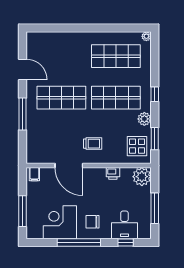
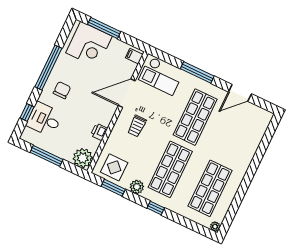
checkout: (40, 143) -> (161, 76), added
corner desk: (60, 222) -> (89, 45), moved, turned 90

